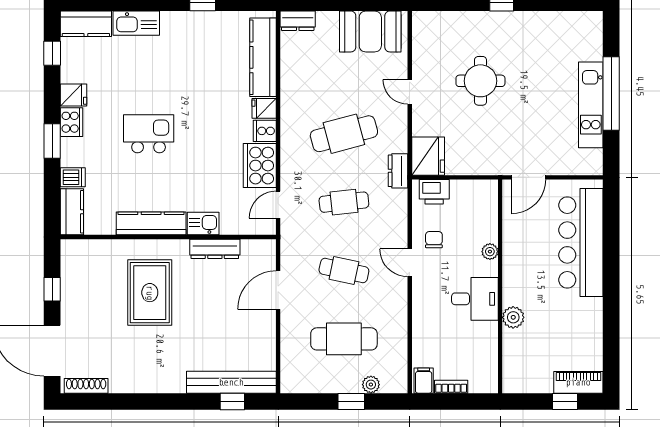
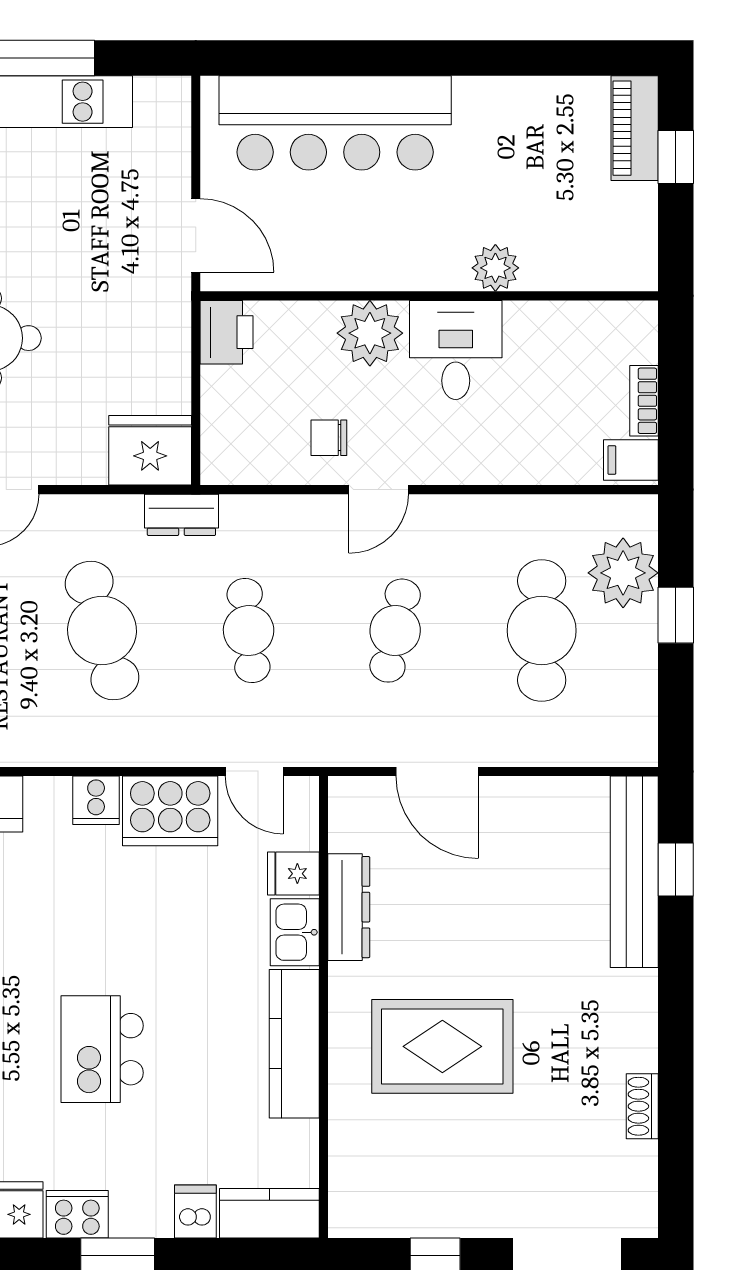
fridge: (264, 108) -> (293, 874), moved, turned 90
printer: (434, 192) -> (226, 332), moved
plant: (490, 252) -> (370, 333), width x1.88, depth x1.88
plant: (371, 385) -> (623, 573), width x1.88, depth x1.88
shoe rack: (86, 386) -> (642, 1106), moved, width x0.70

